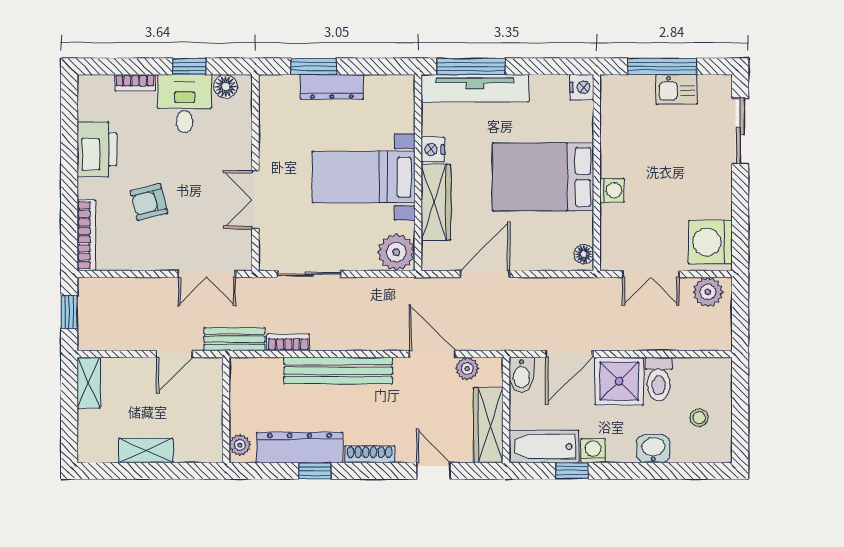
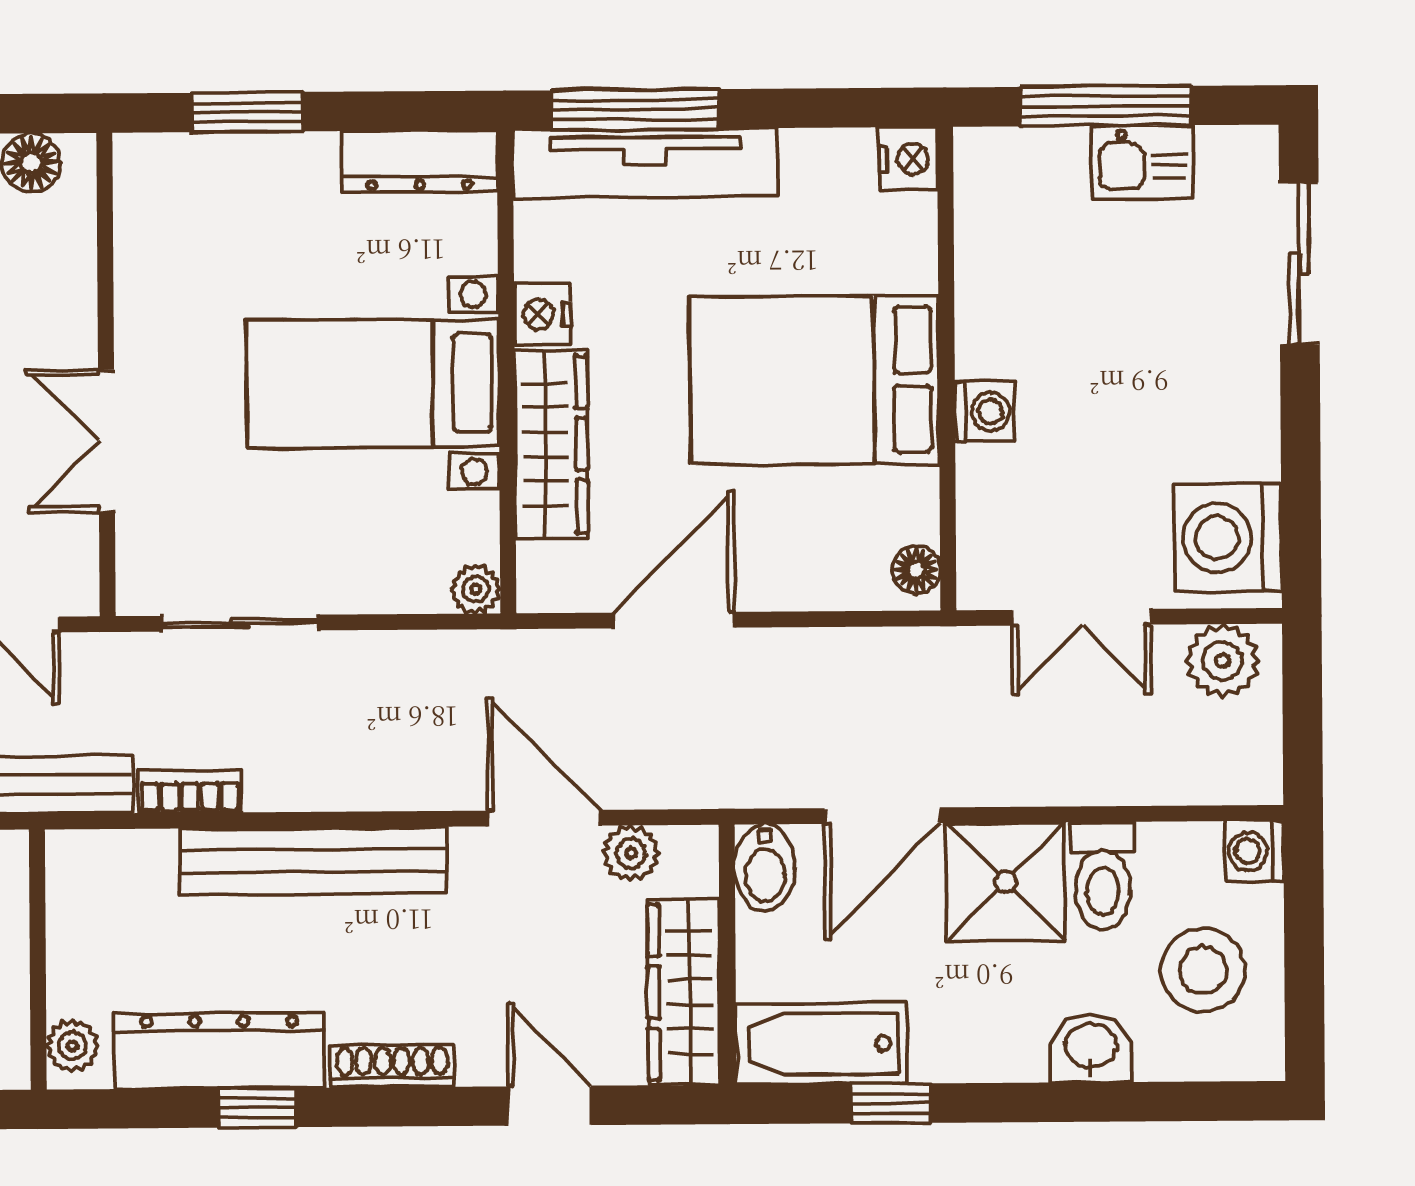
dresser: (332, 87) -> (419, 161), moved
plant: (396, 252) -> (476, 589), width x0.53, depth x0.53
stool: (699, 418) -> (1203, 970), width x1.89, depth x1.89
washing machine: (593, 451) -> (1254, 851), moved, turned -90

